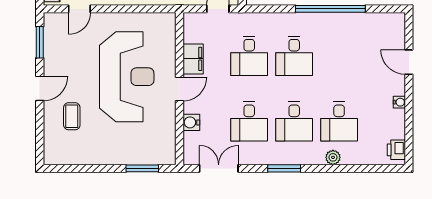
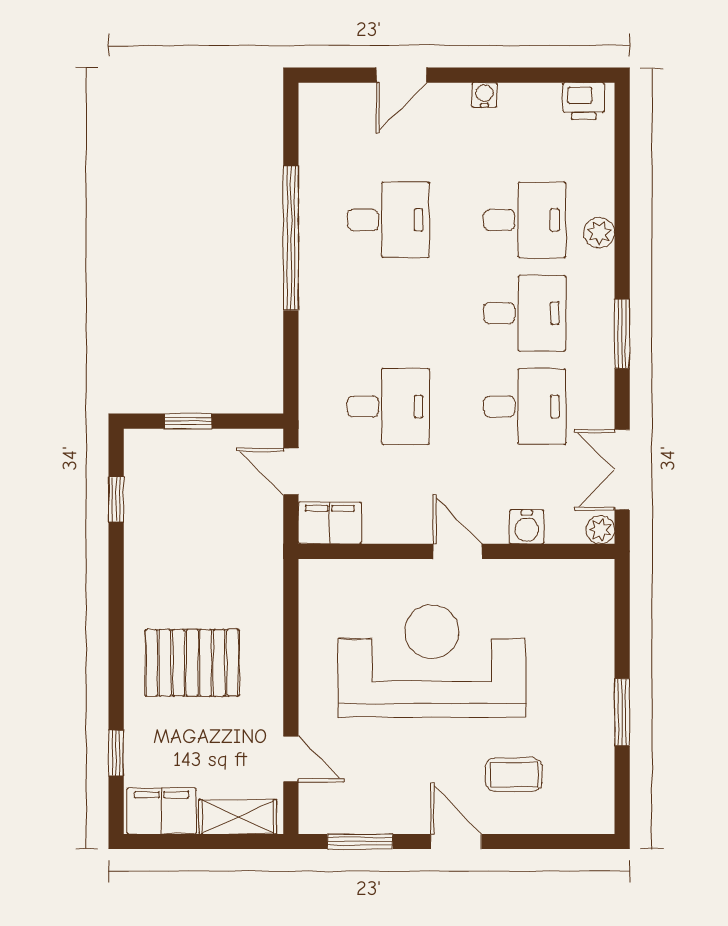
desk: (294, 56) -> (388, 220), moved
filing cabinet: (193, 59) -> (330, 523), moved
plant: (190, 158) -> (600, 530), added
window: (142, 168) -> (622, 712), moved

